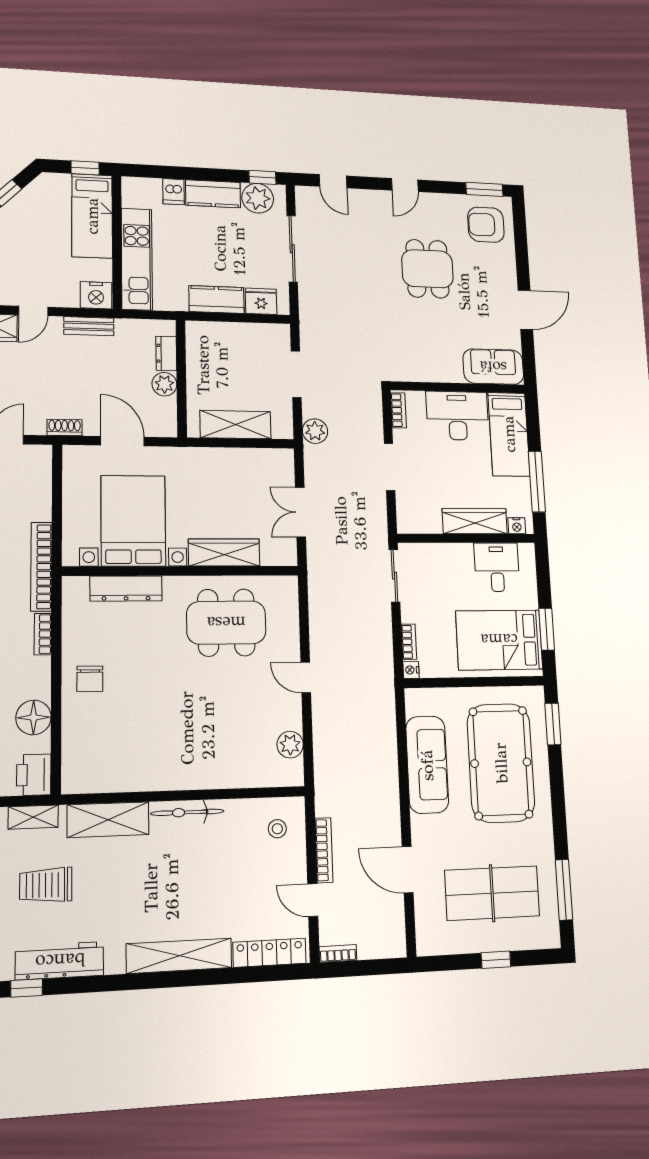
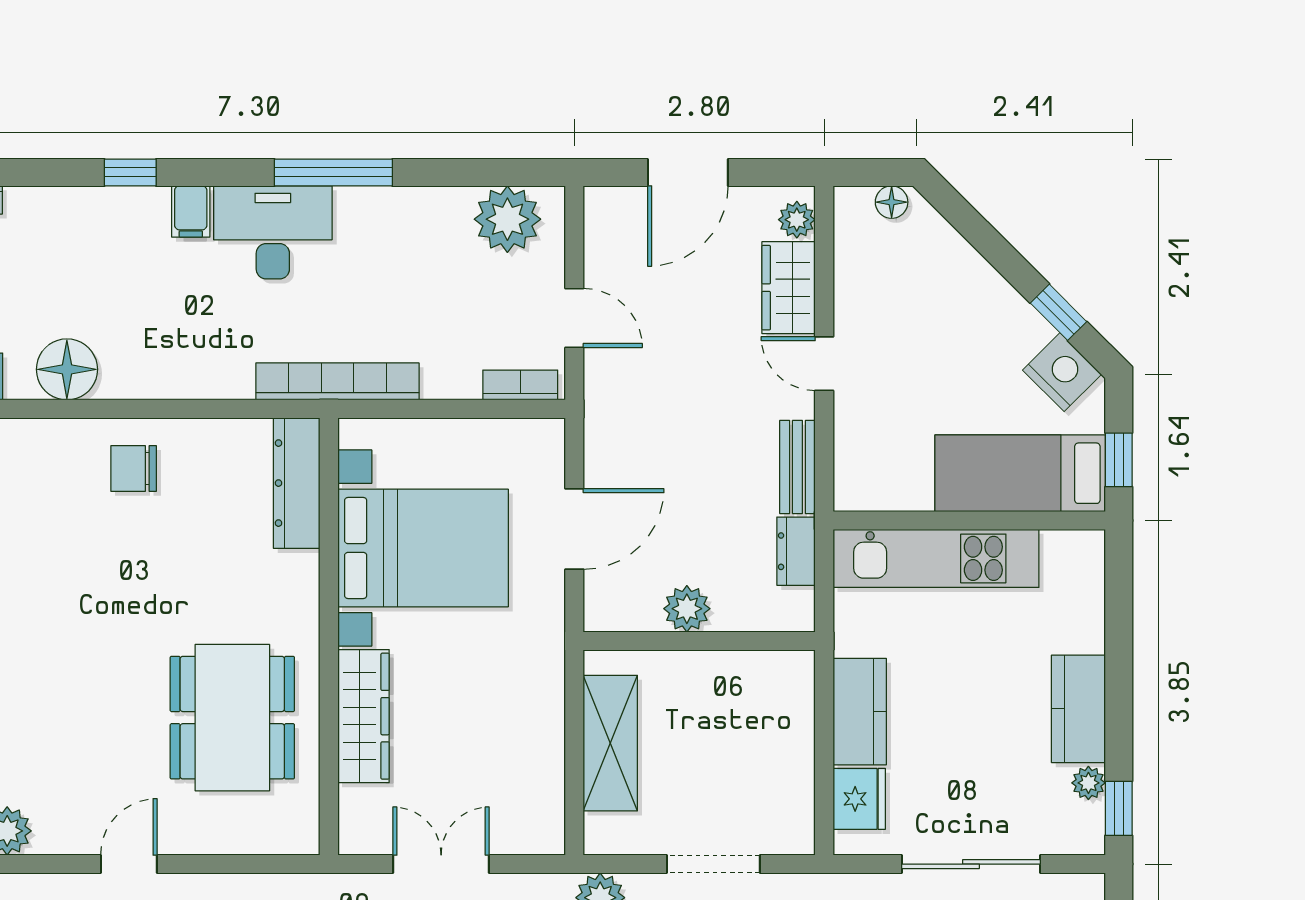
dishwasher: (173, 192) -> (1079, 631), removed
plant: (258, 198) -> (1088, 783), width x0.53, depth x0.53
nightstand: (96, 295) -> (1062, 372), moved, turned 135
dresser: (166, 353) -> (796, 551), moved, turned -90
shoe rack: (65, 427) -> (599, 422), removed
dresser: (126, 589) -> (297, 483), moved
bookcase: (43, 634) -> (520, 385), moved

